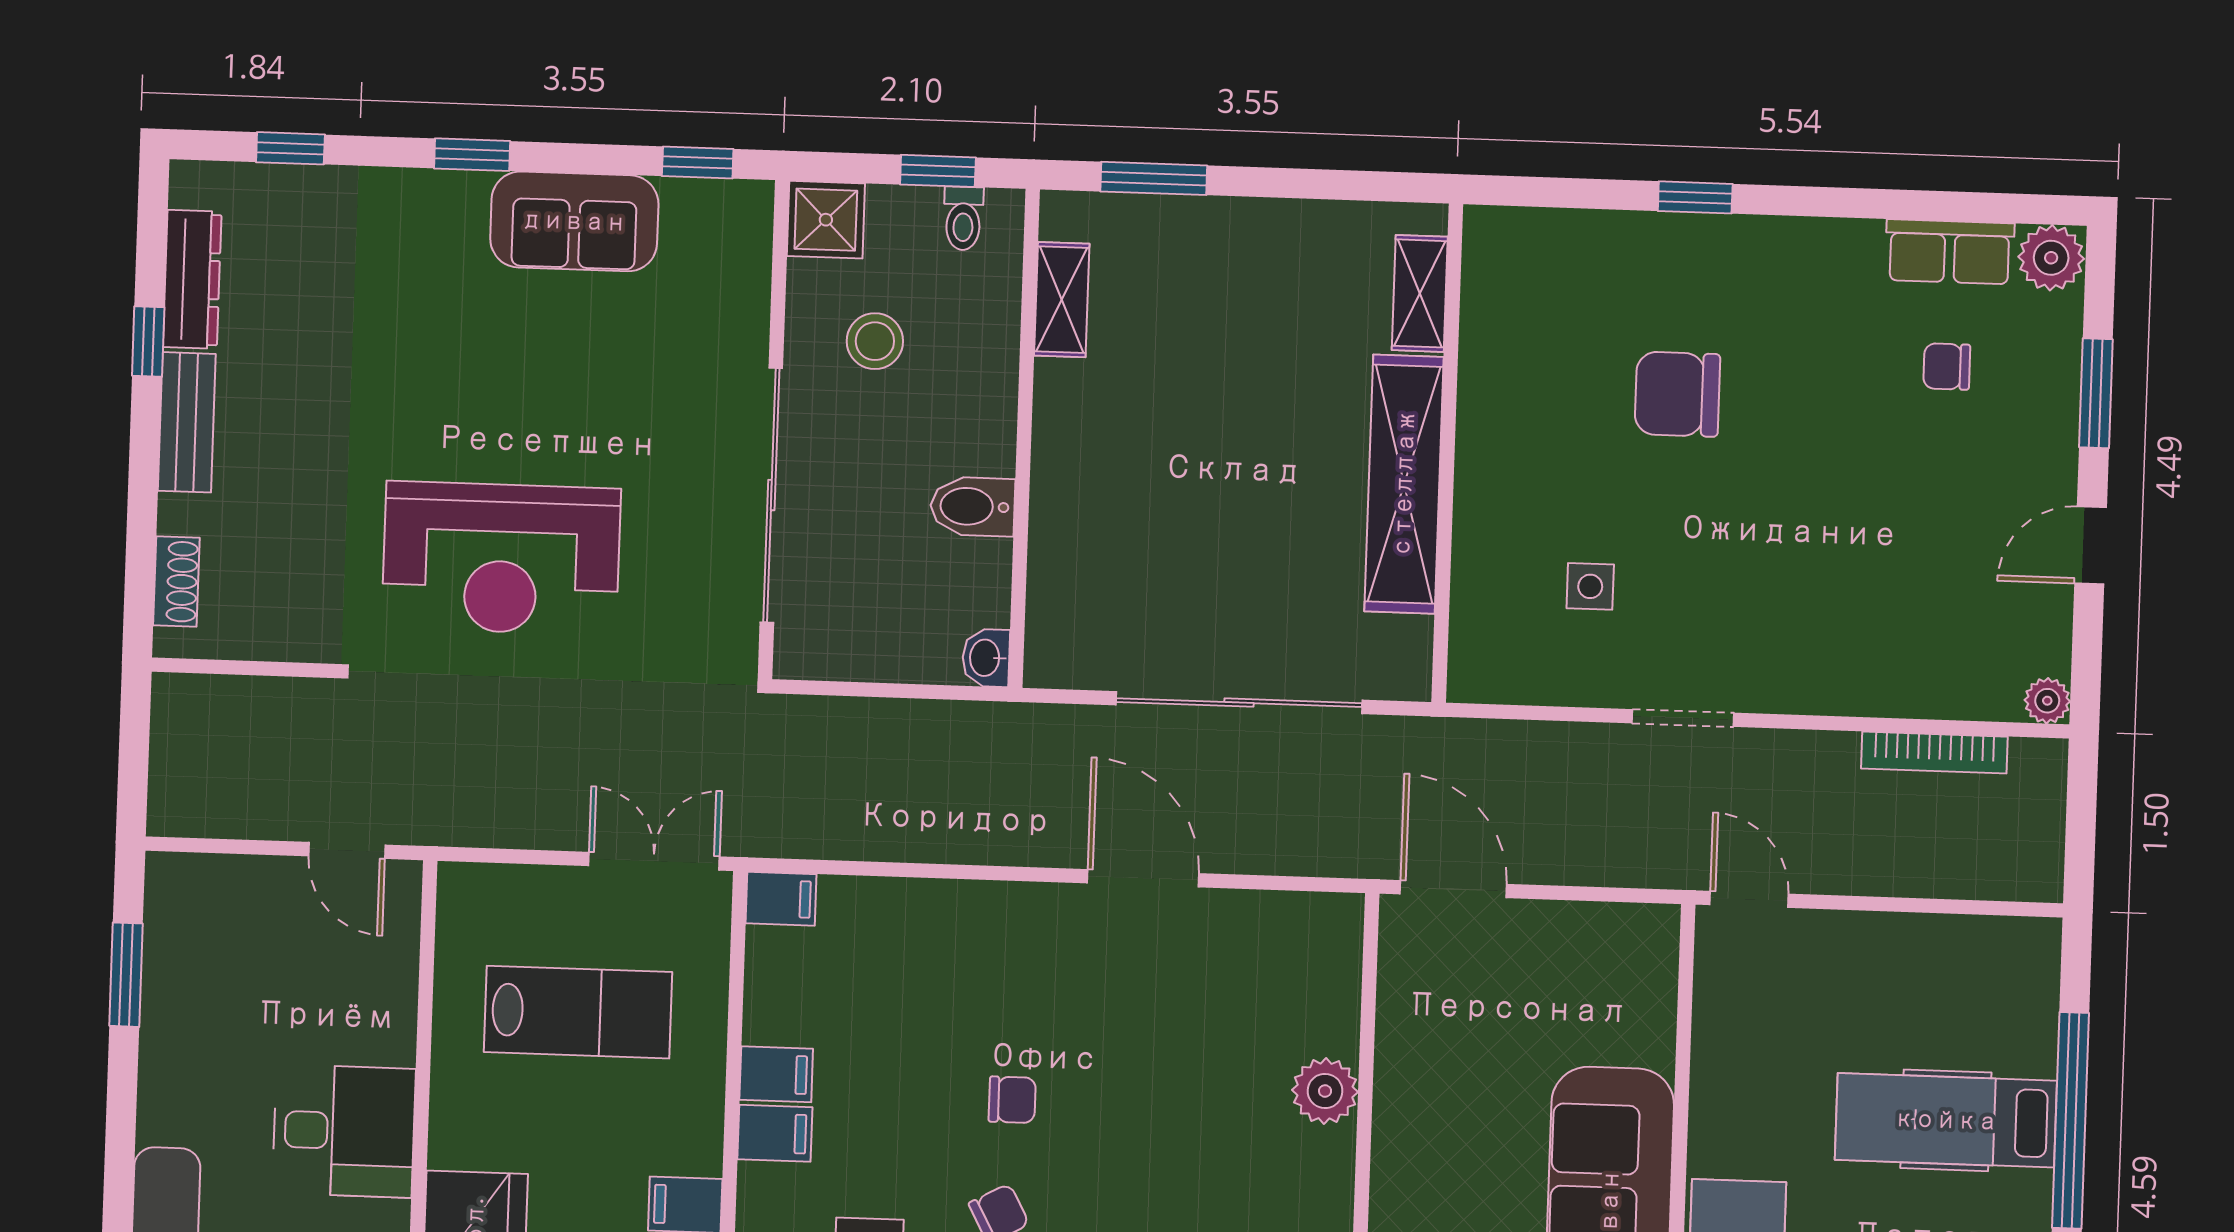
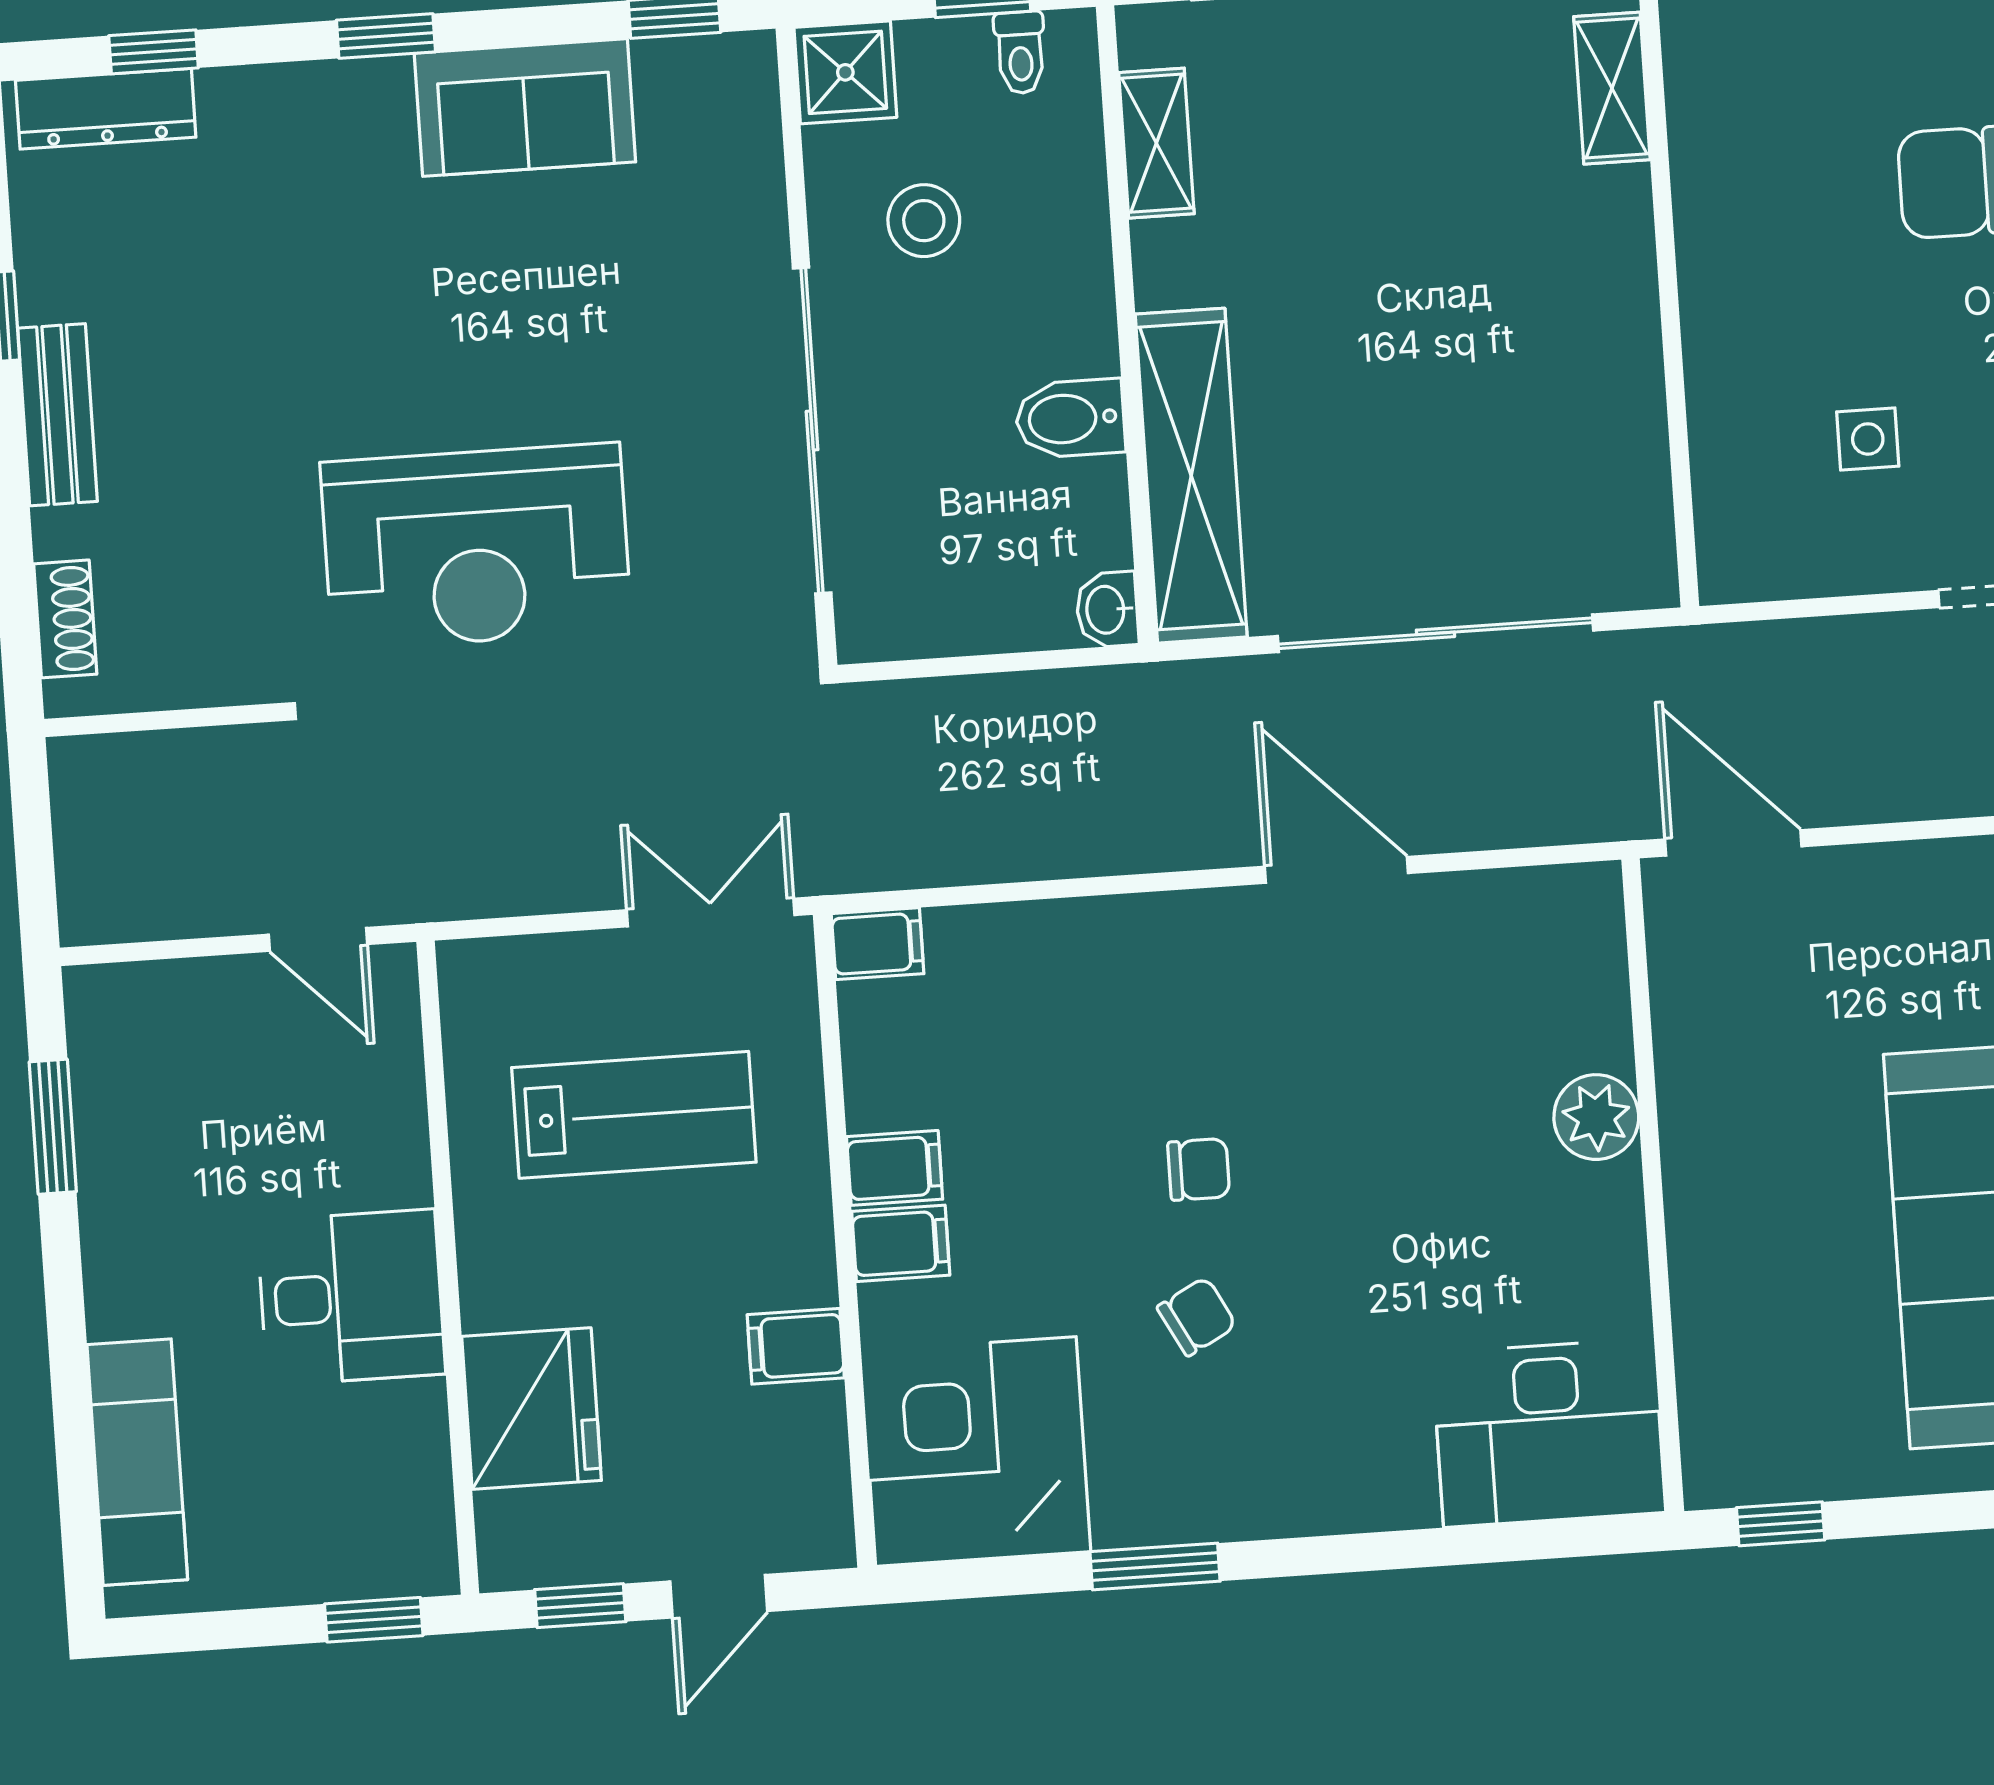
dresser: (192, 279) -> (106, 109), moved, turned 90
shelving: (1404, 484) -> (1191, 476), moved

